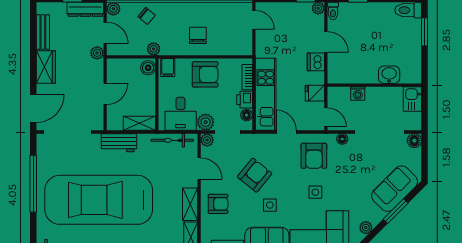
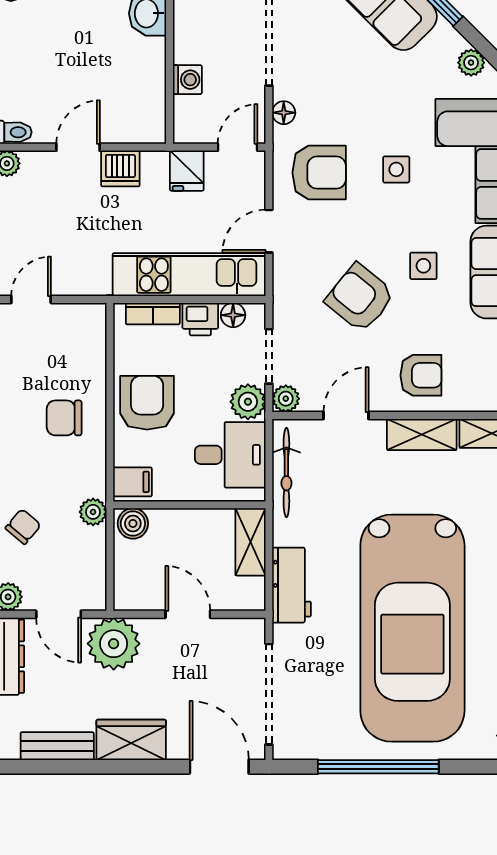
door: (105, 33) -> (59, 614), swing flipped
plant: (97, 53) -> (114, 644), width x1.88, depth x1.88
armchair: (218, 204) -> (421, 375), turned 90

